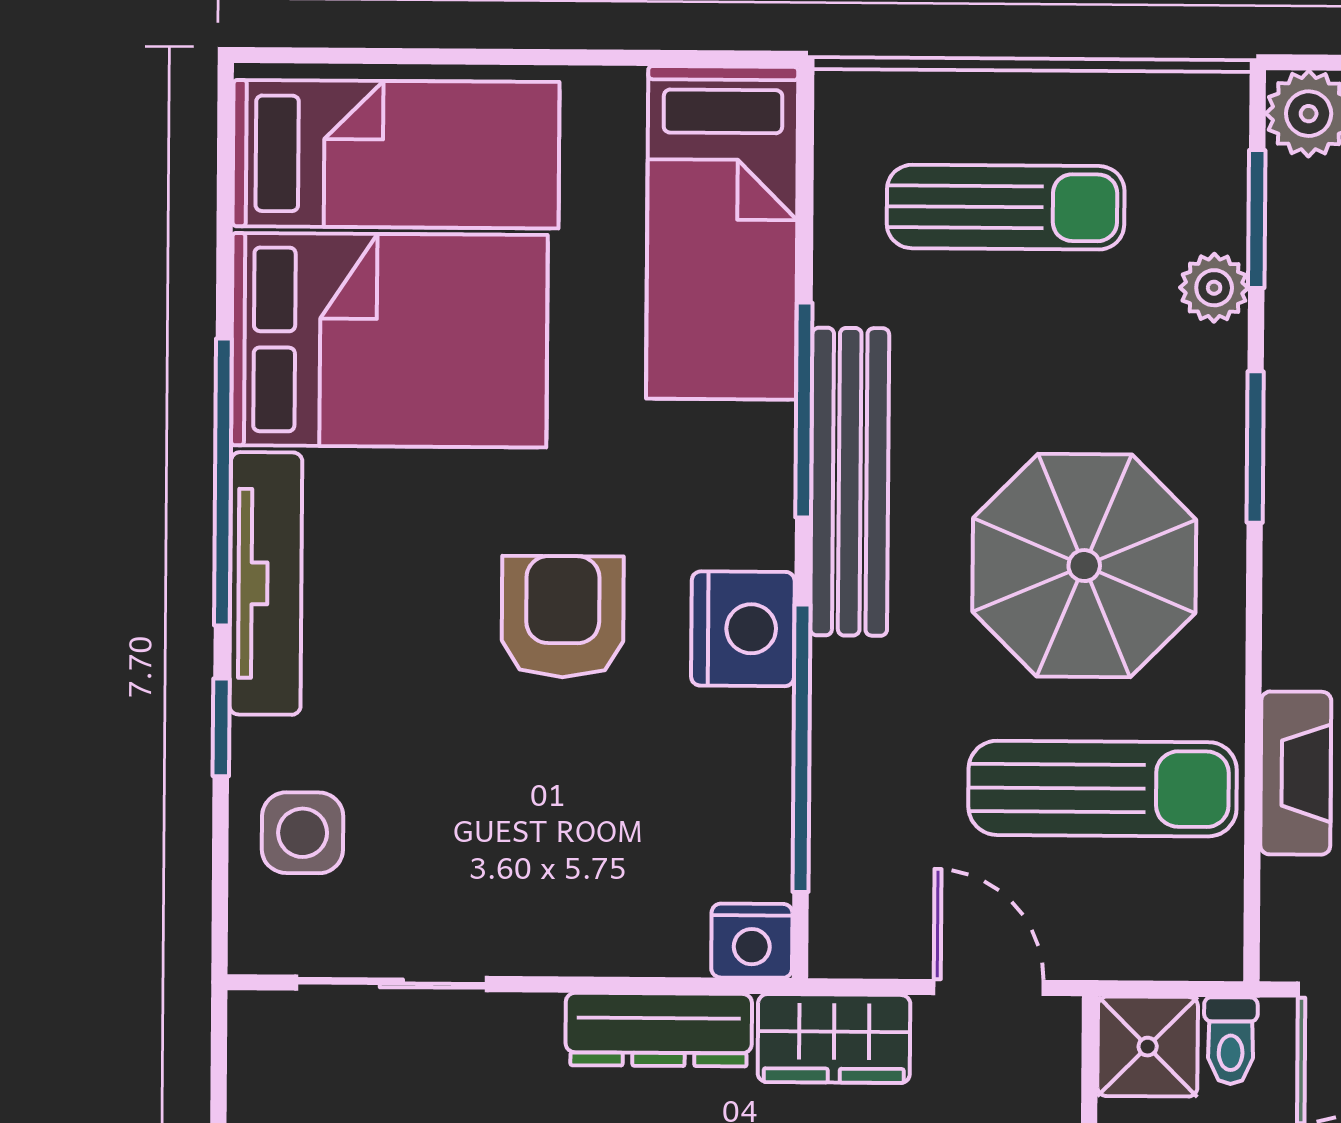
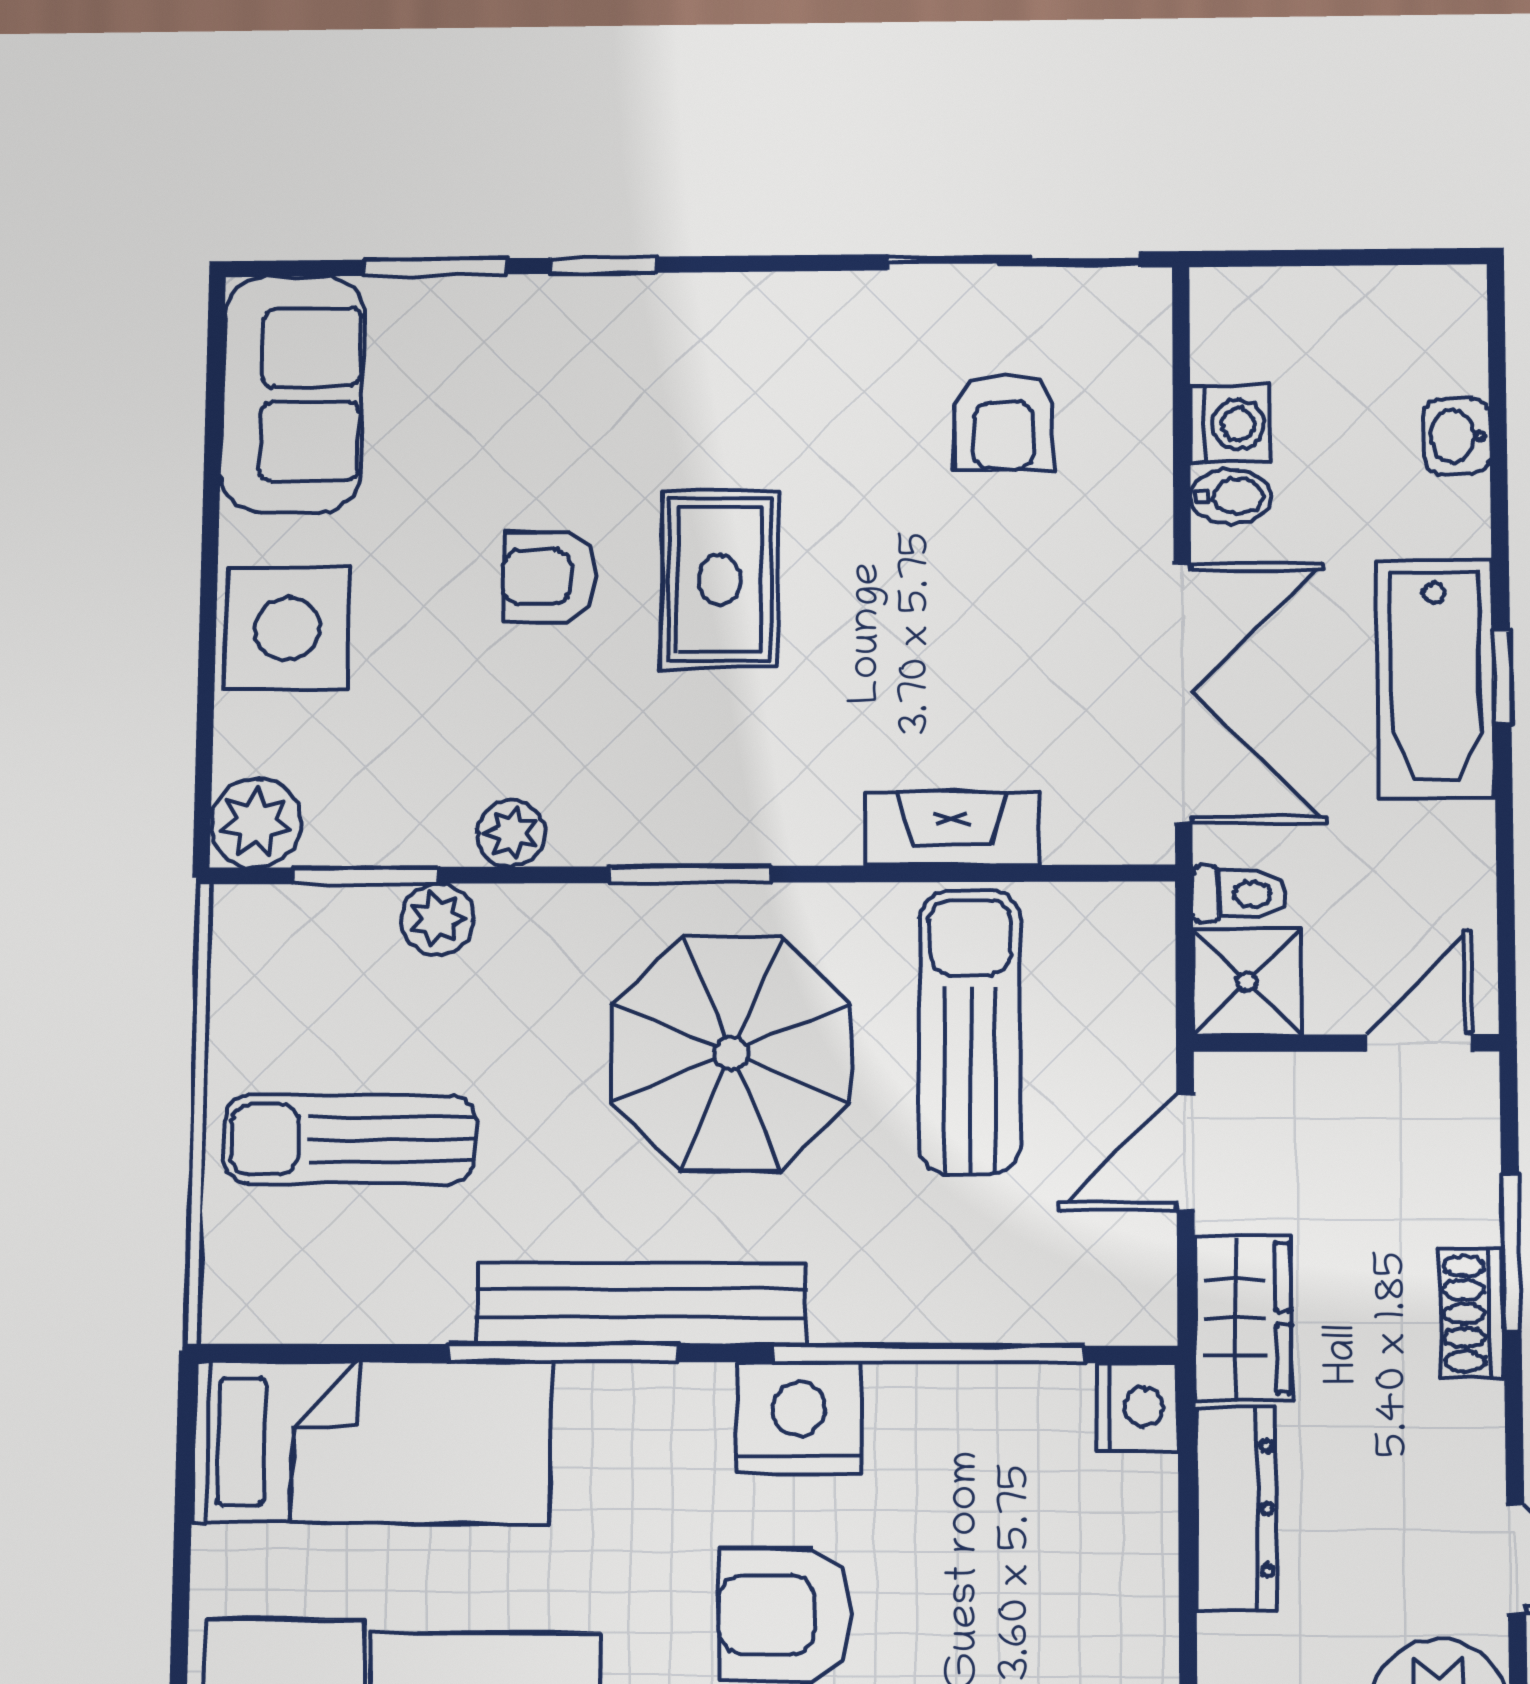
sun lounger: (1006, 207) -> (349, 1139), turned -90
plant: (1296, 357) -> (511, 833), added
window: (1255, 447) -> (691, 874), moved

